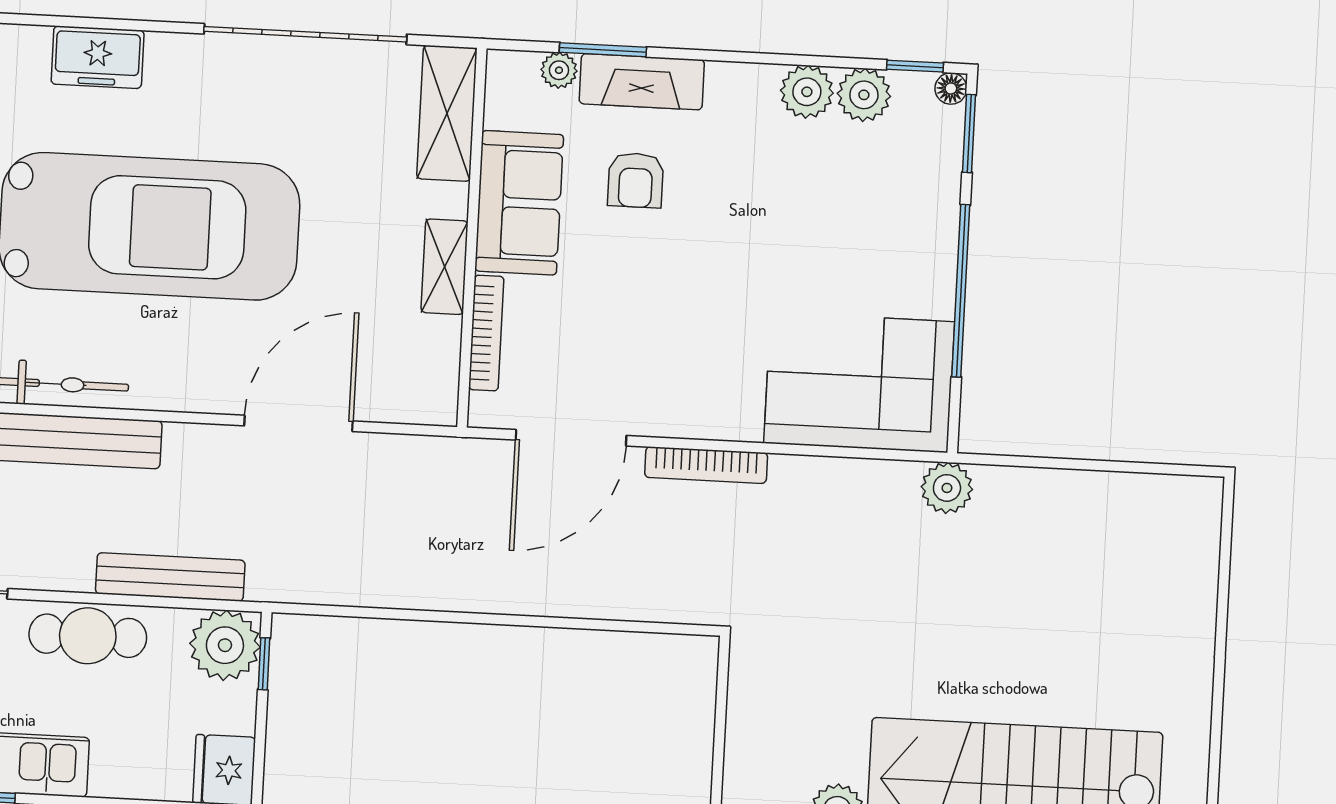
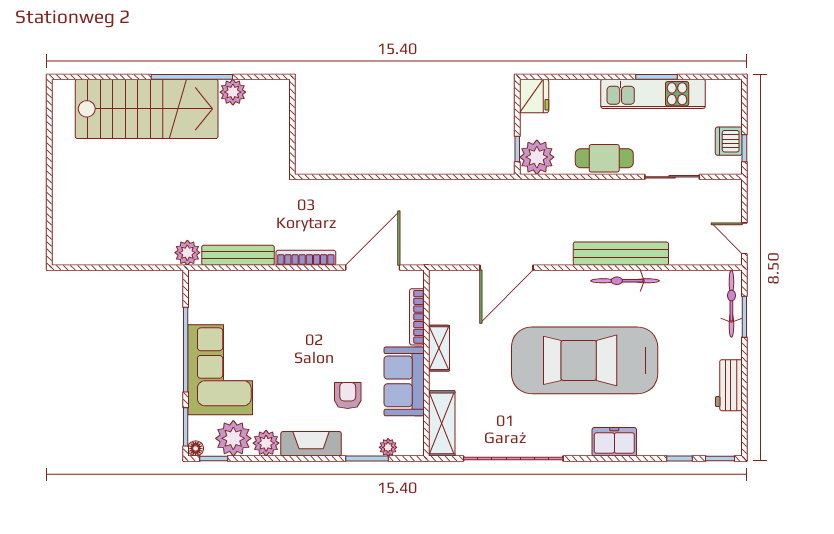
fireplace: (642, 82) -> (311, 444), moved
plant: (864, 95) -> (233, 438), width x1.36, depth x1.36
corner sofa: (859, 382) -> (220, 370), moved, turned -90
bench: (170, 577) -> (238, 255), moved

